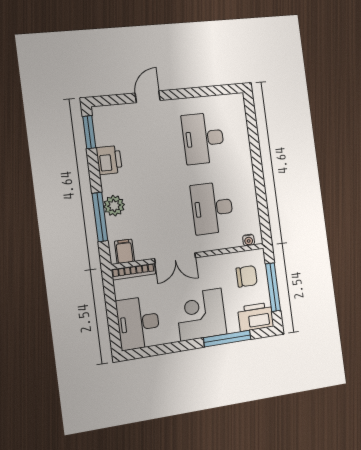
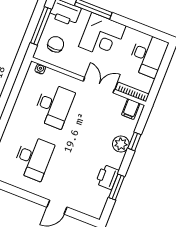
window: (89, 132) -> (117, 187), moved
window: (100, 217) -> (134, 141), width x0.46
chair: (247, 276) -> (56, 44), turned 90

